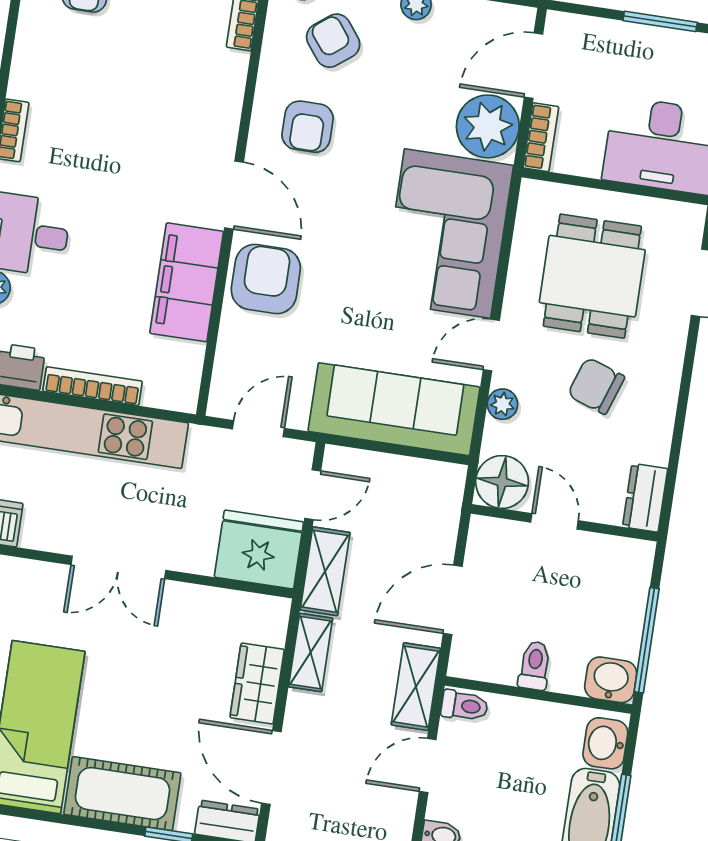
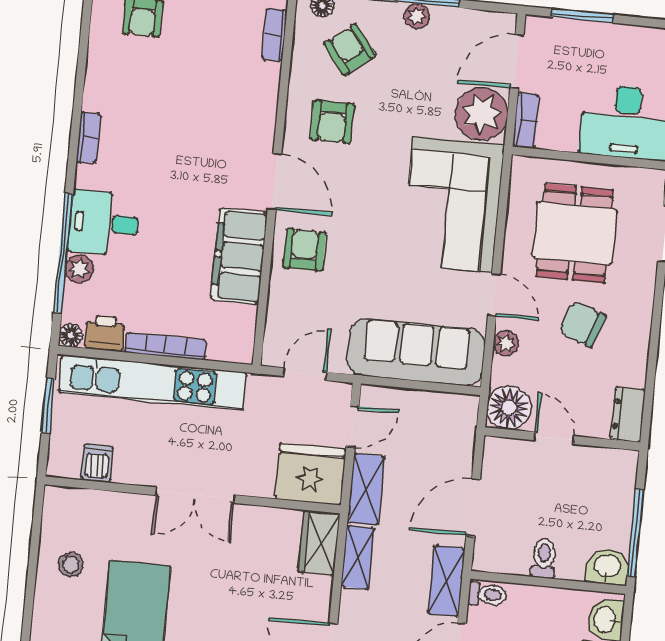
window: (660, 21) -> (582, 16), moved
armchair: (266, 279) -> (304, 250), width x0.72, depth x0.72
door: (491, 345) -> (494, 295), swing flipped
wardrobe: (257, 684) -> (319, 543), moved

